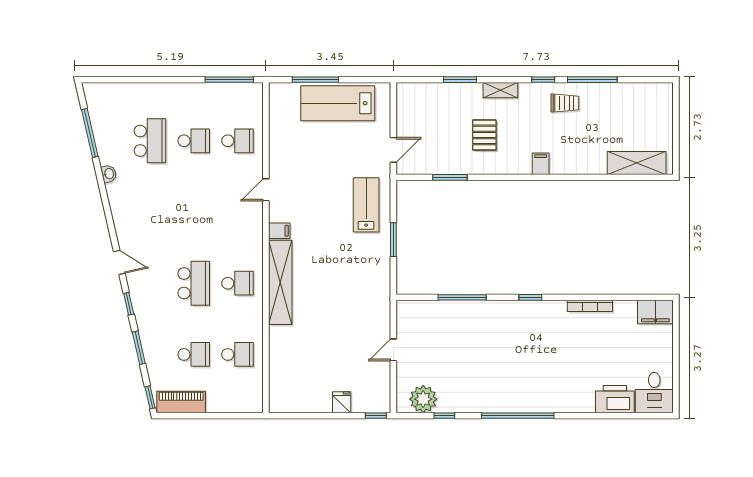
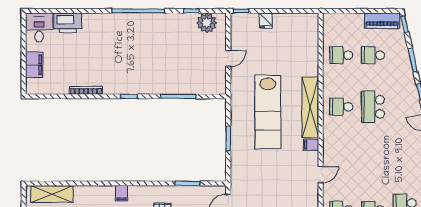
lab bench: (366, 205) -> (268, 112), moved, width x1.86, depth x1.39
filing cabinet: (655, 312) -> (34, 65), moved, turned 90

